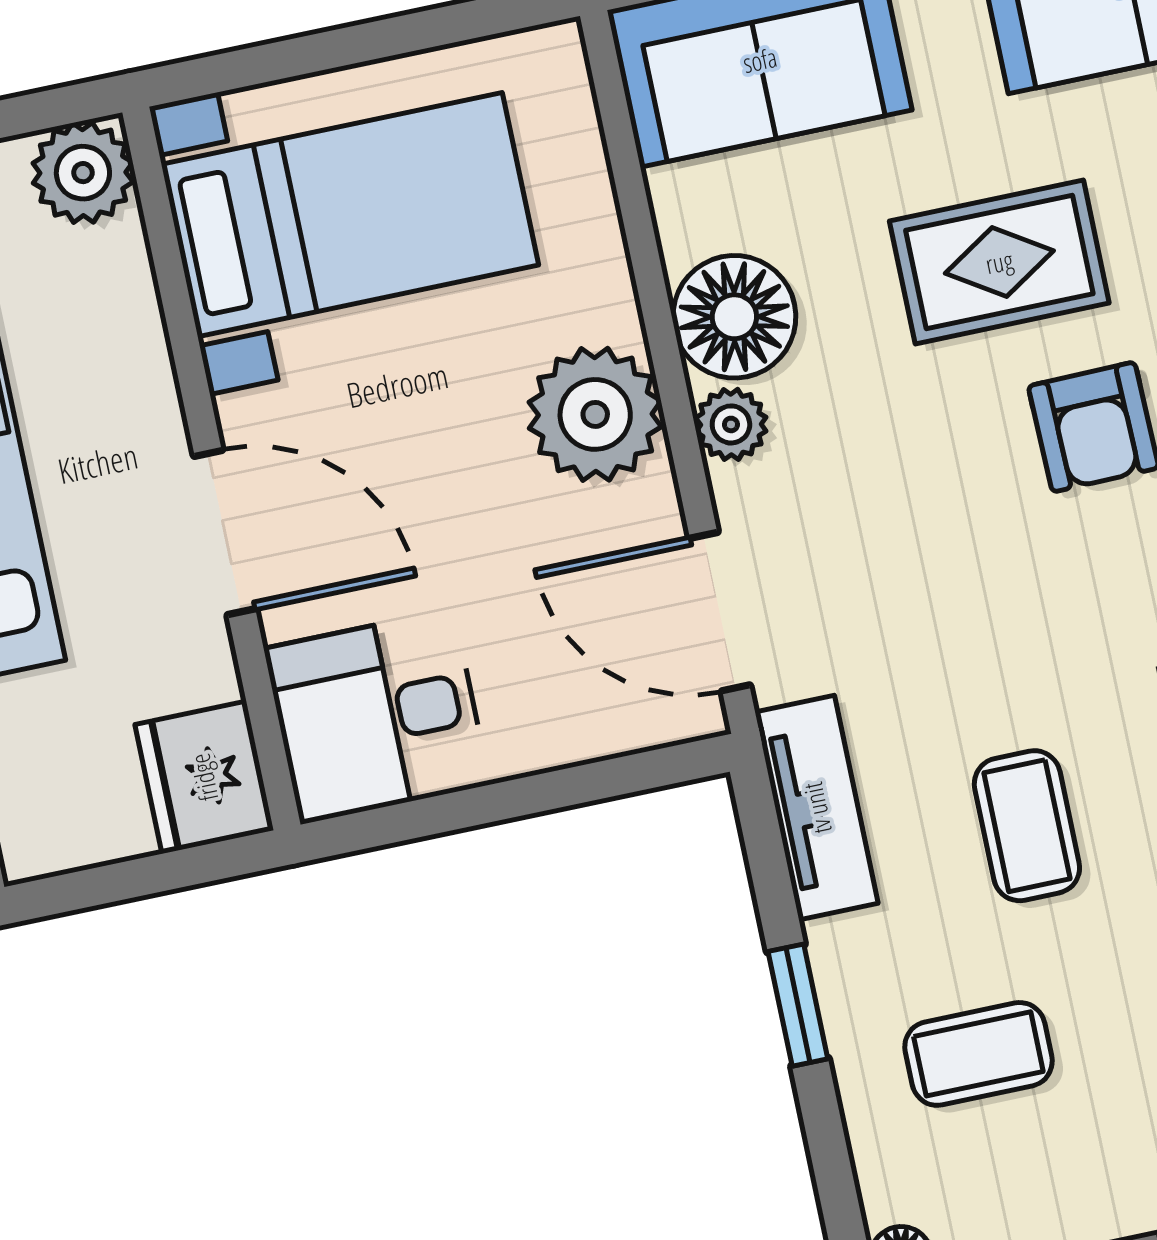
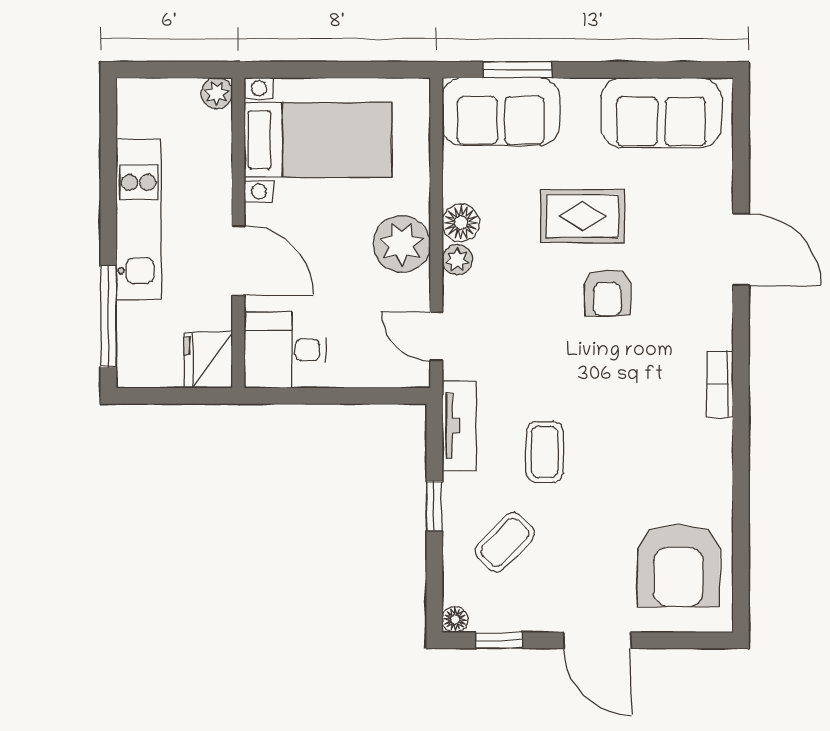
plant: (83, 173) -> (217, 93), width x0.73, depth x0.73
floor lamp: (734, 317) -> (461, 223), width x0.73, depth x0.73
door: (720, 612) -> (436, 336), width x0.73
coffee table: (978, 1054) -> (505, 542), turned -46

